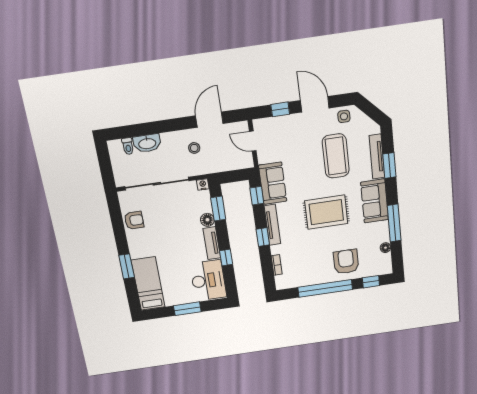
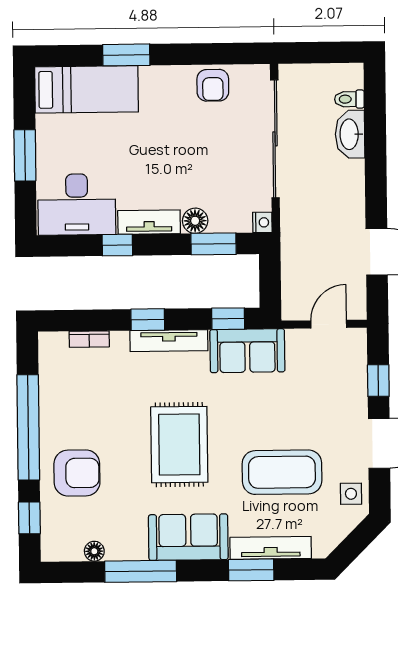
stool: (194, 148) -> (330, 217), removed

